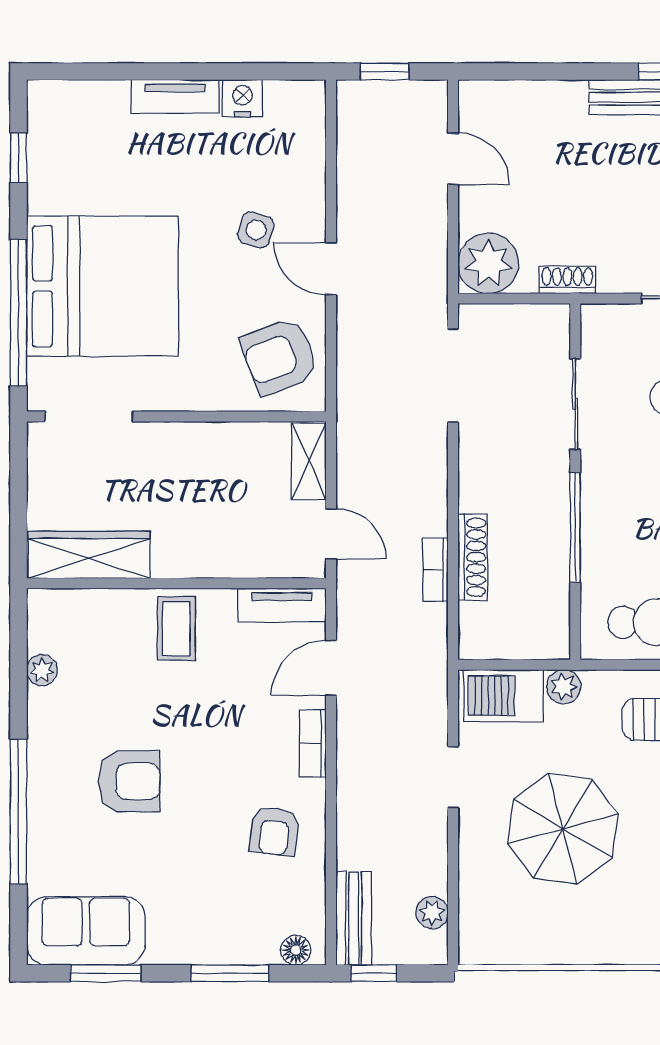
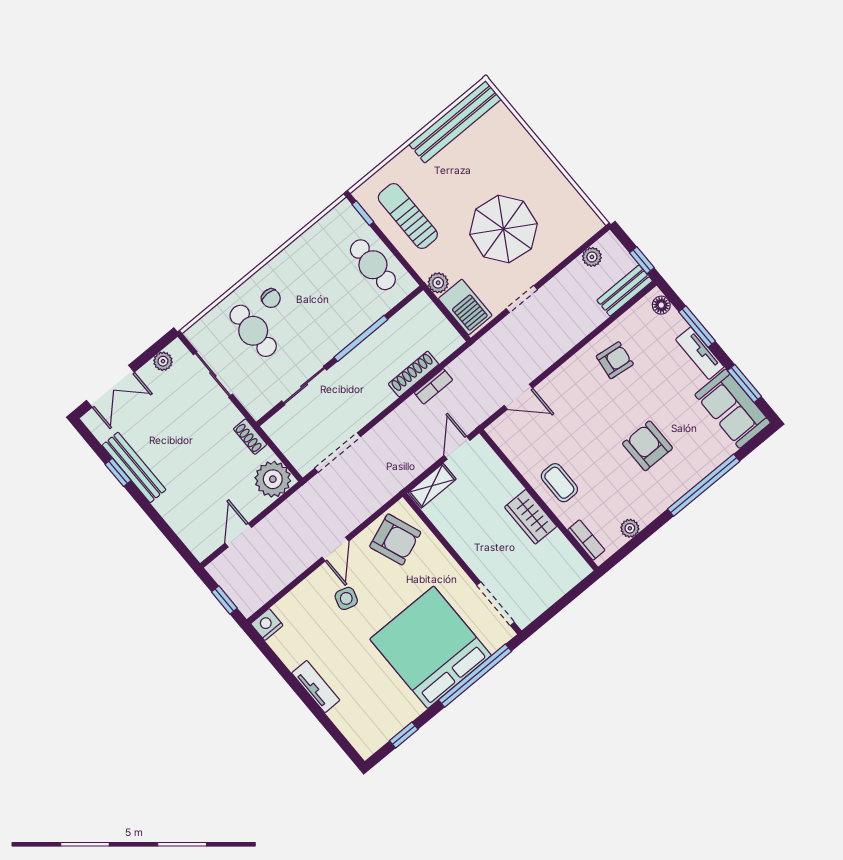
nightstand: (242, 98) -> (267, 625), moved, turned 90
wardrobe: (89, 555) -> (531, 517), moved, width x0.67
tv unit: (282, 605) -> (700, 353), moved, turned 180
coffee table: (176, 628) -> (559, 483), turned 90
bookcase: (313, 743) -> (586, 540), moved, turned -90

